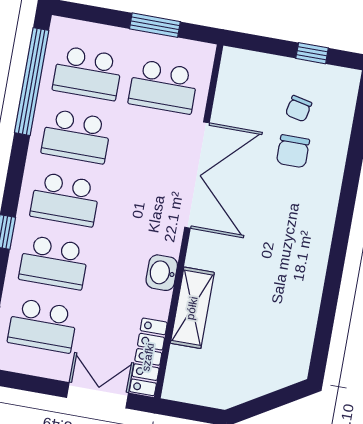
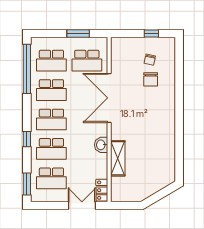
double door: (197, 175) -> (109, 98), swing flipped
locker: (148, 357) -> (102, 190), width x0.66

